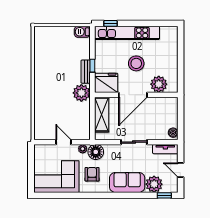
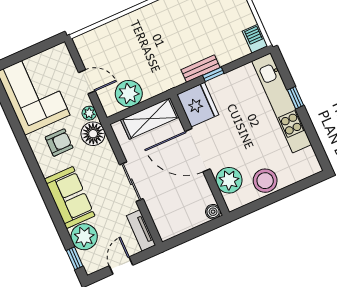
window: (110, 23) -> (296, 98), moved
stool: (136, 63) -> (265, 181), moved
plant: (81, 93) -> (129, 94), moved
boiler: (173, 133) -> (213, 212), moved
door: (64, 142) -> (87, 82), hinge flipped

